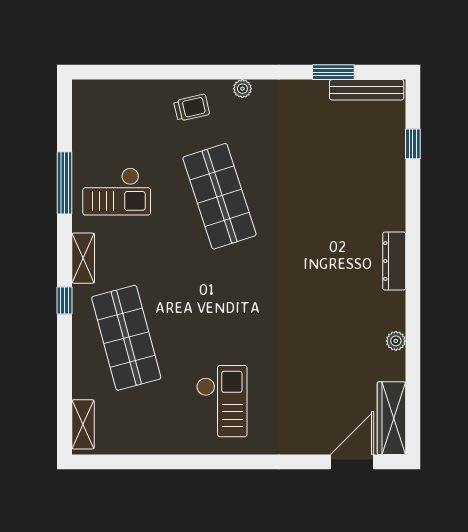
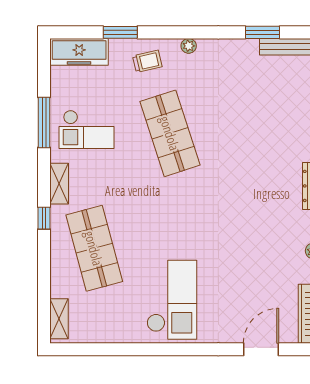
window: (158, 72) -> (120, 32), added
freezer: (108, 96) -> (79, 52), added
checkout: (222, 401) -> (172, 300), width x1.36, depth x1.21
door: (352, 462) -> (261, 349), moved

